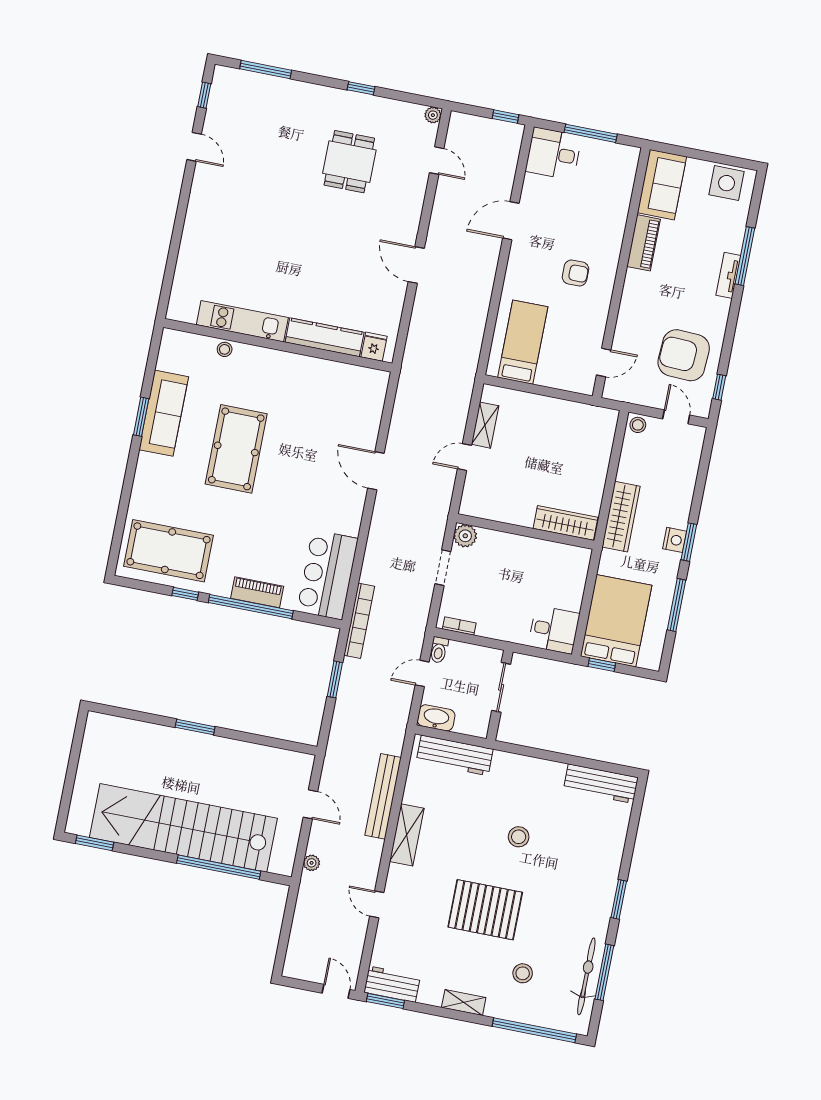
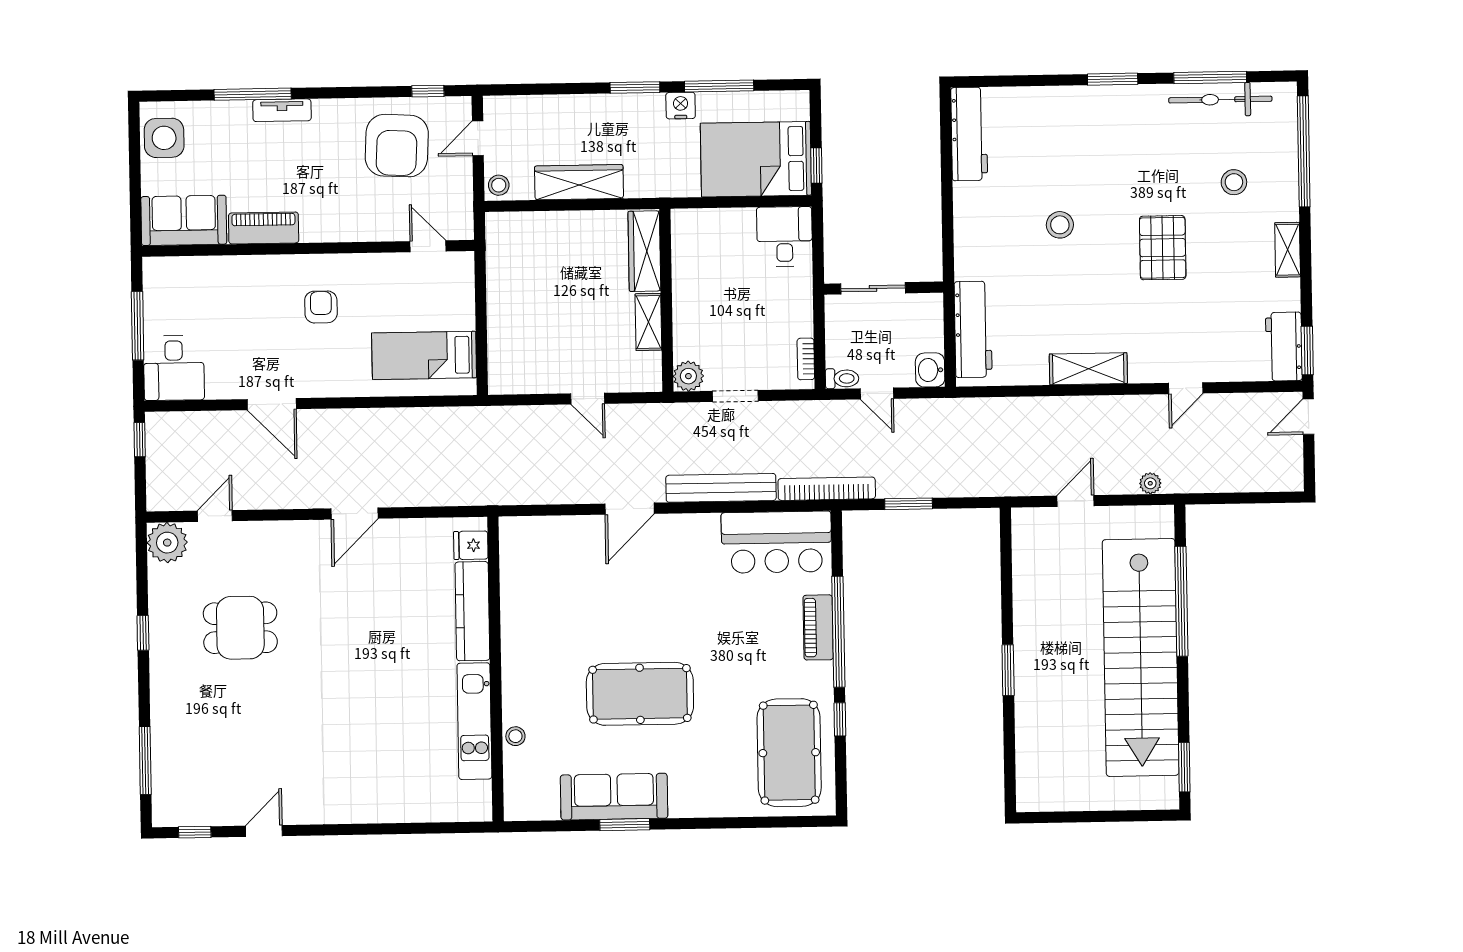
plant: (433, 115) -> (167, 543), width x1.88, depth x1.88
shelving: (485, 425) -> (648, 322), moved, turned 90
wardrobe: (621, 517) -> (579, 182), moved
nightstand: (675, 540) -> (681, 106), moved
washbasin: (436, 718) -> (930, 370), width x0.72
bench: (383, 796) -> (721, 488), moved
pallet: (485, 910) -> (1163, 248), width x0.73, depth x0.71

